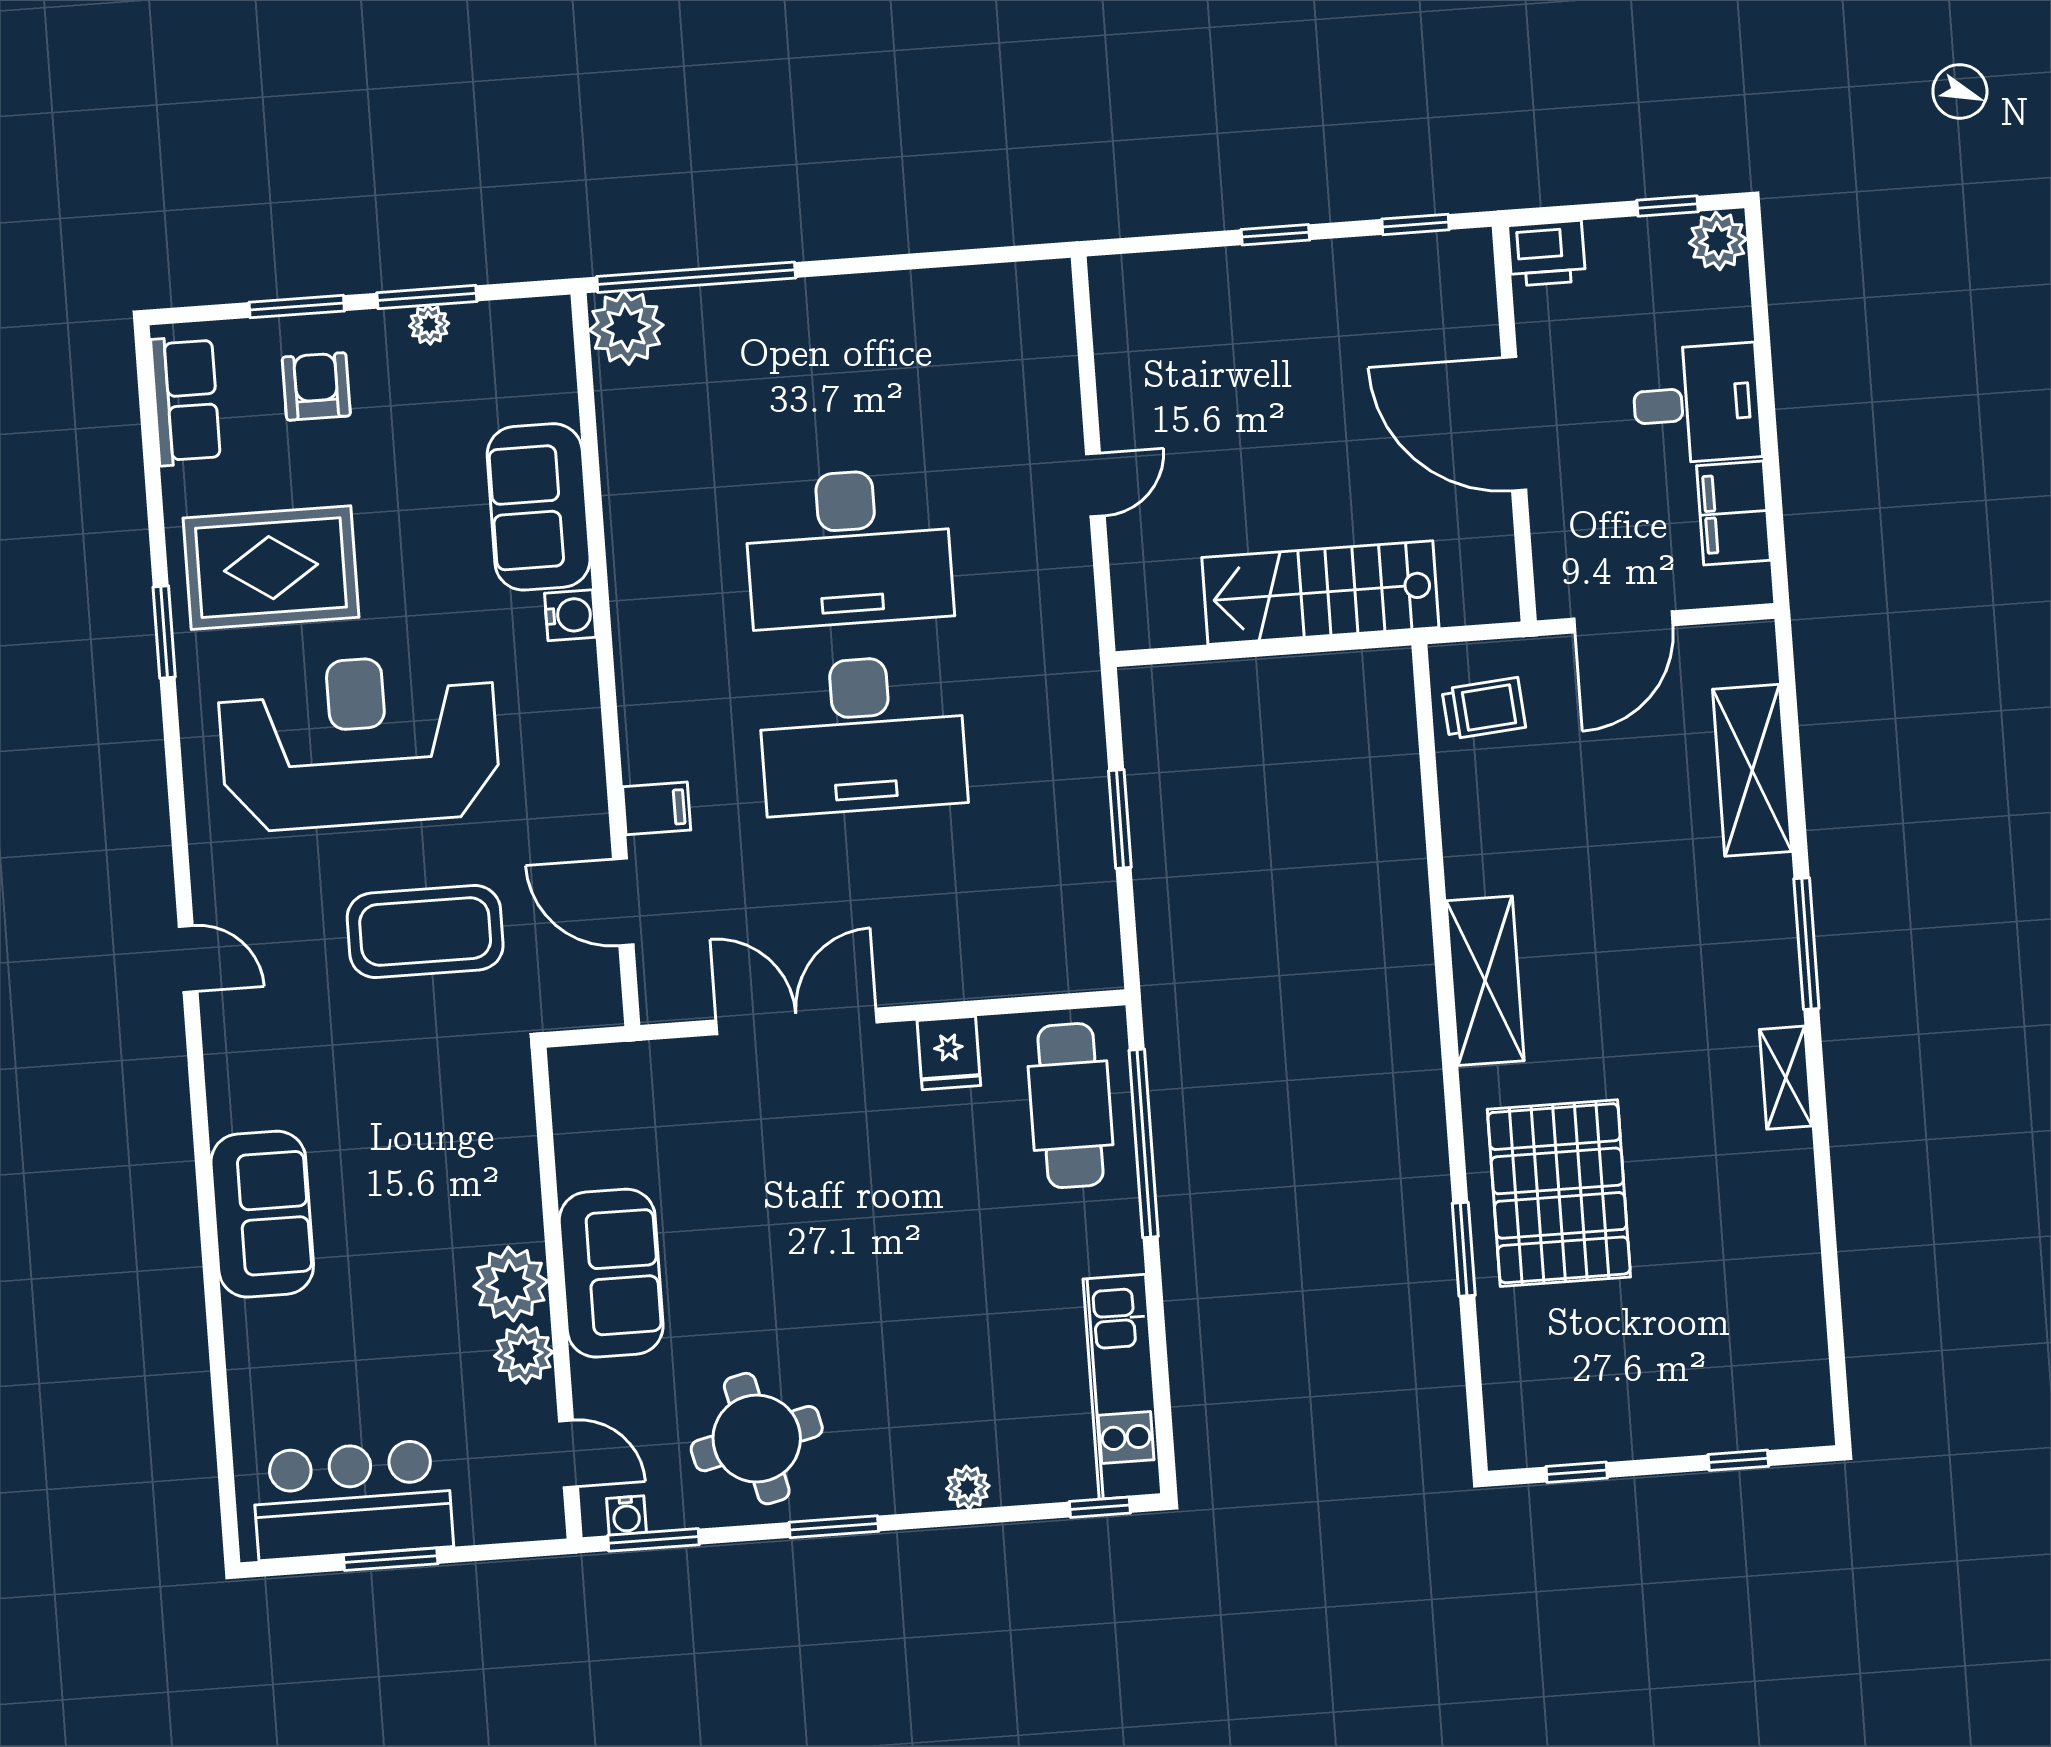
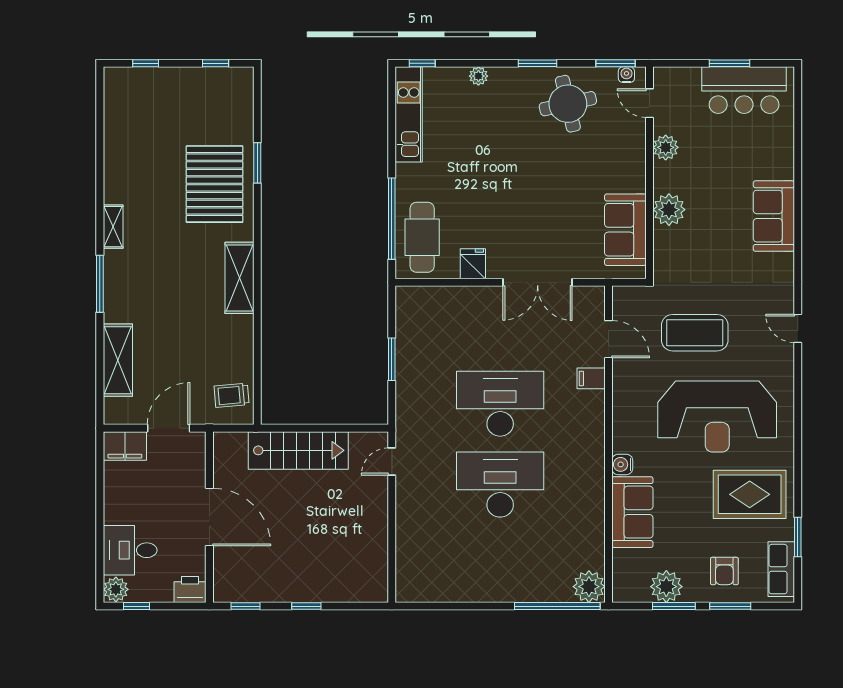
plant: (429, 325) -> (666, 587), width x1.88, depth x1.88
desk: (1697, 404) -> (130, 550), moved
door: (1095, 485) -> (392, 462), moved
filing cabinet: (1734, 513) -> (125, 446), moved, turned 90
window: (164, 632) -> (798, 537), moved
sofa: (611, 1273) -> (625, 230), moved
plant: (511, 1284) -> (669, 210), moved

